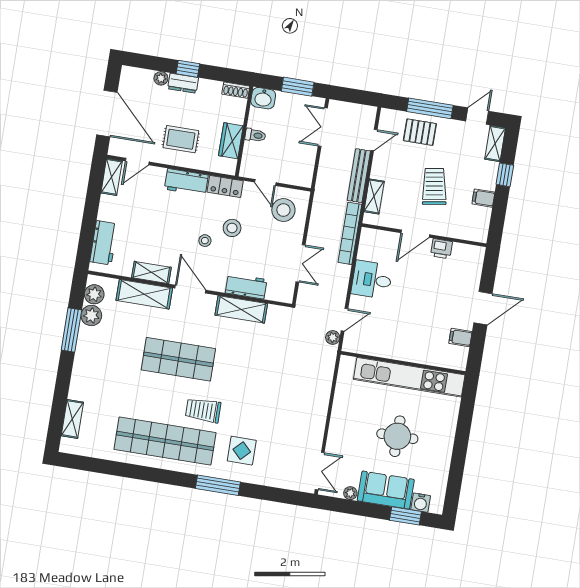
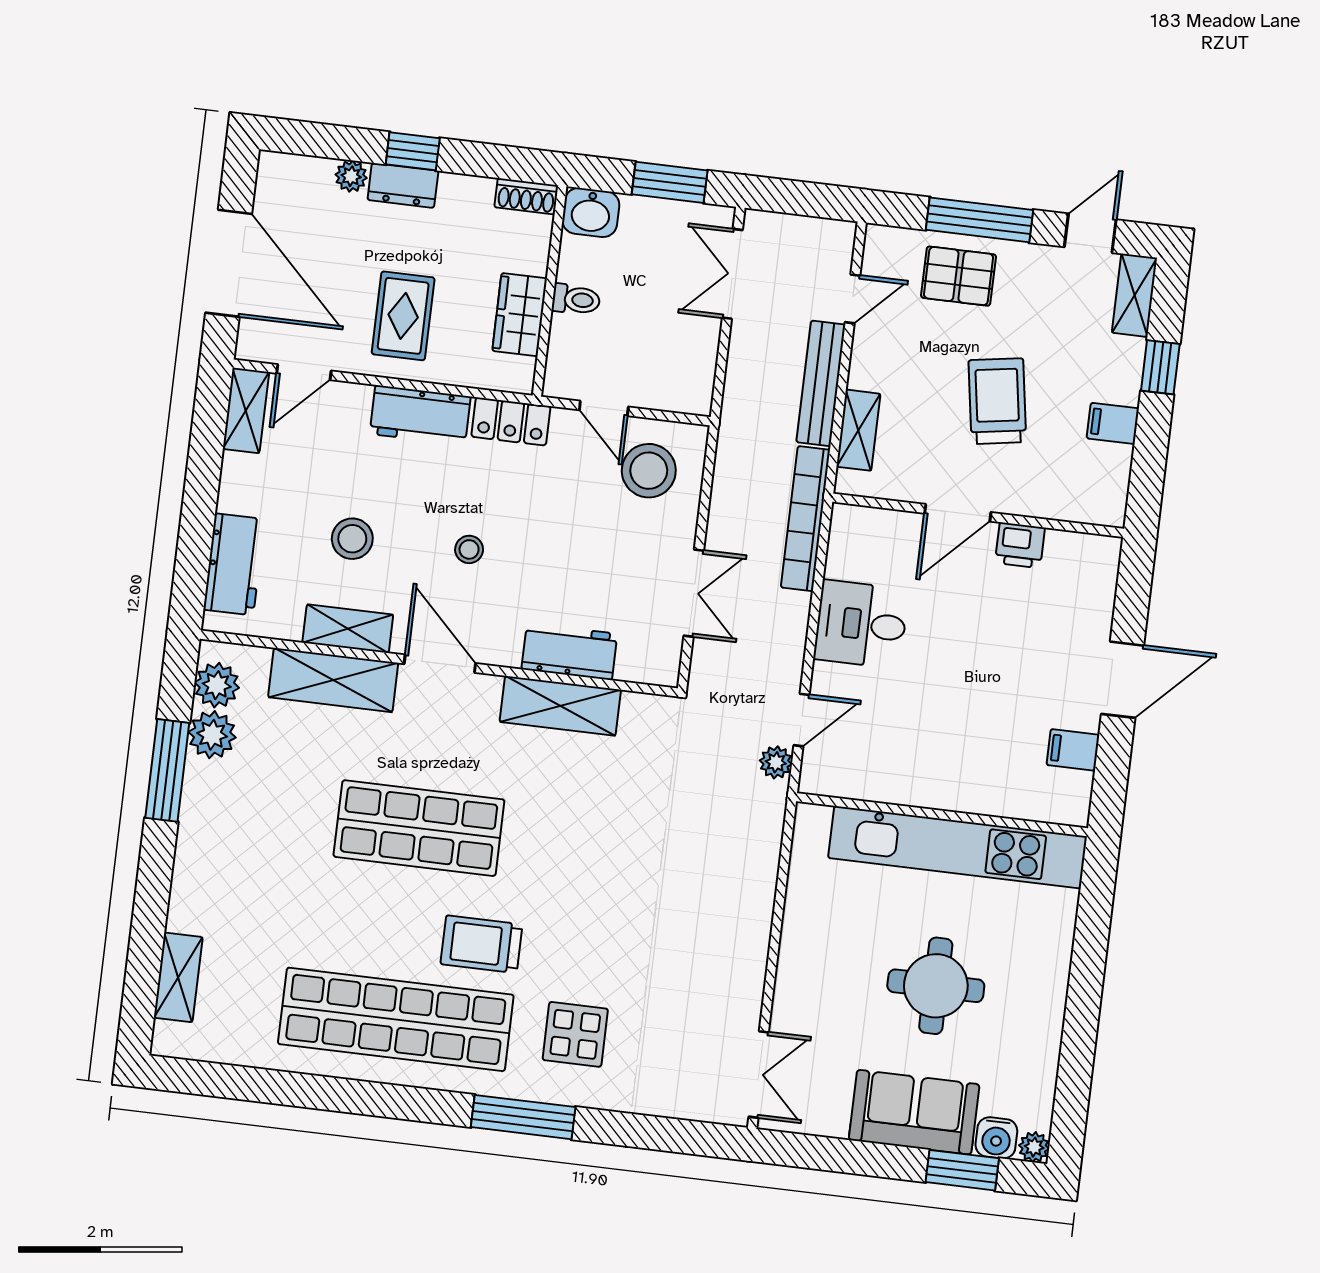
rug: (181, 139) -> (403, 316), turned 90
stool: (232, 228) -> (352, 539), moved
plant: (350, 493) -> (1034, 1147), moved

